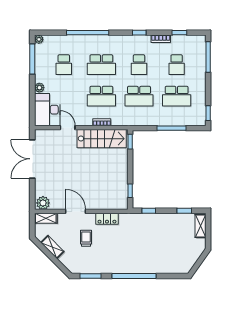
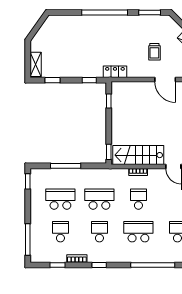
school desk: (101, 96) -> (138, 199), width x0.54
locker: (107, 219) -> (115, 72), moved

